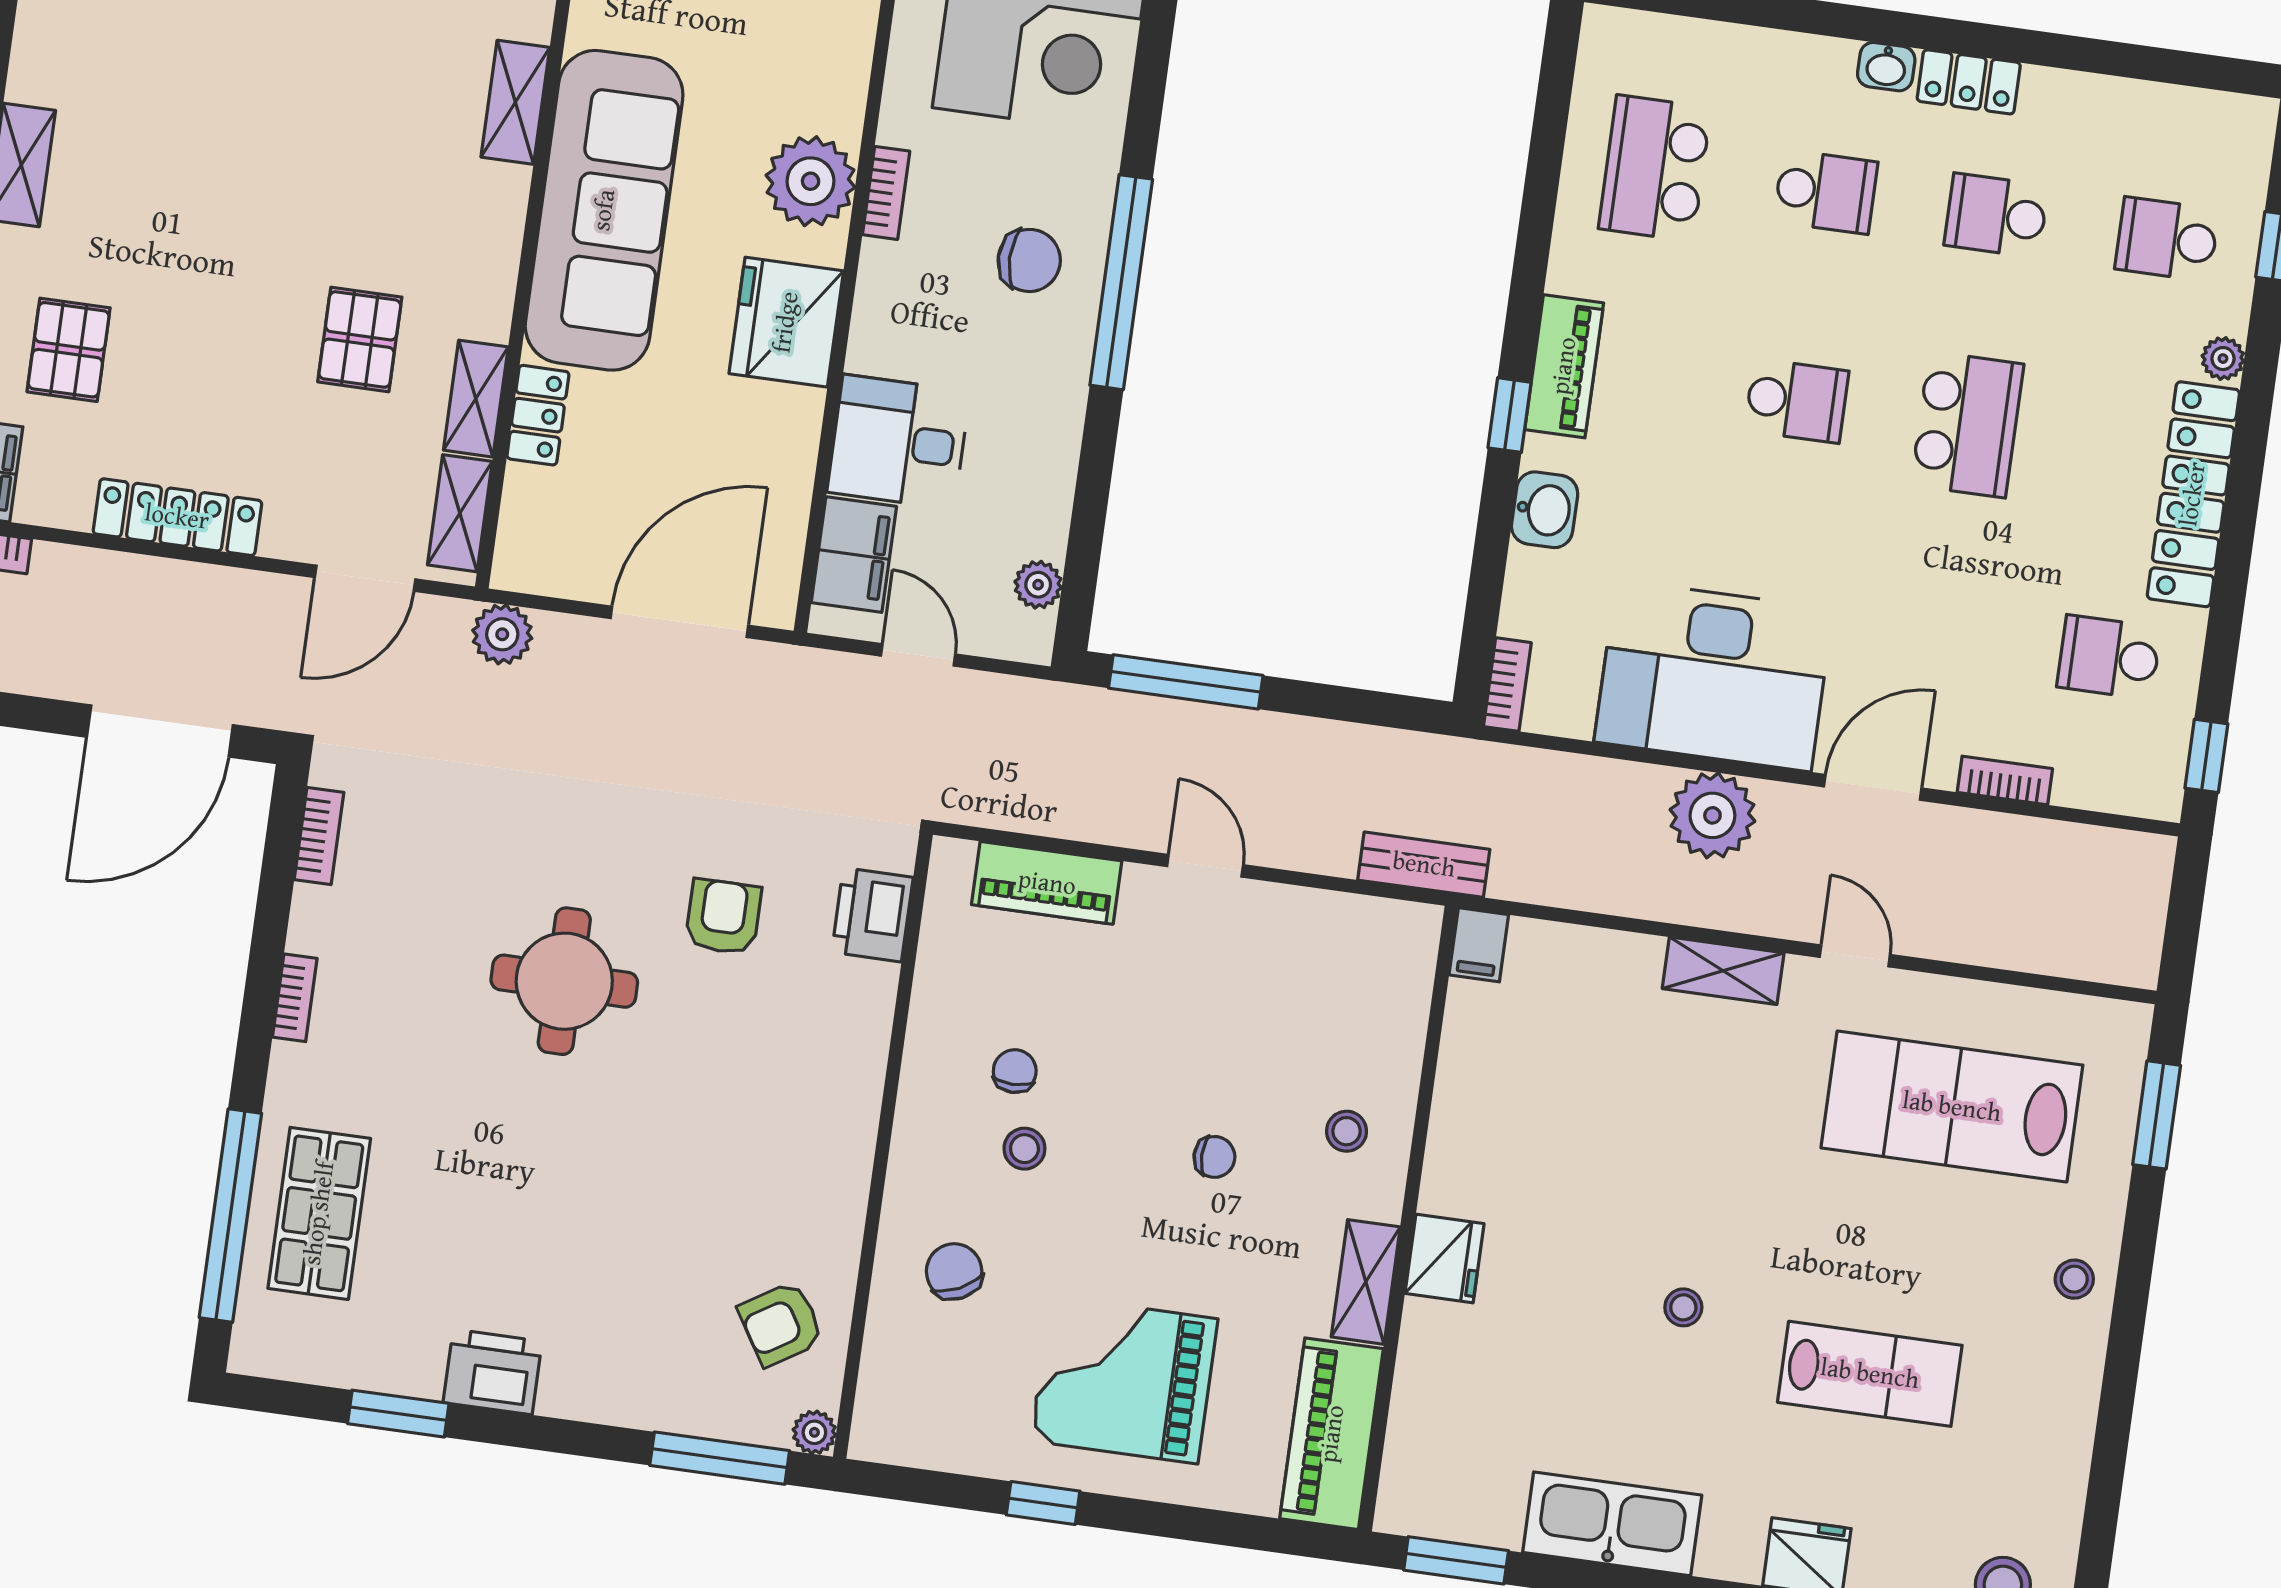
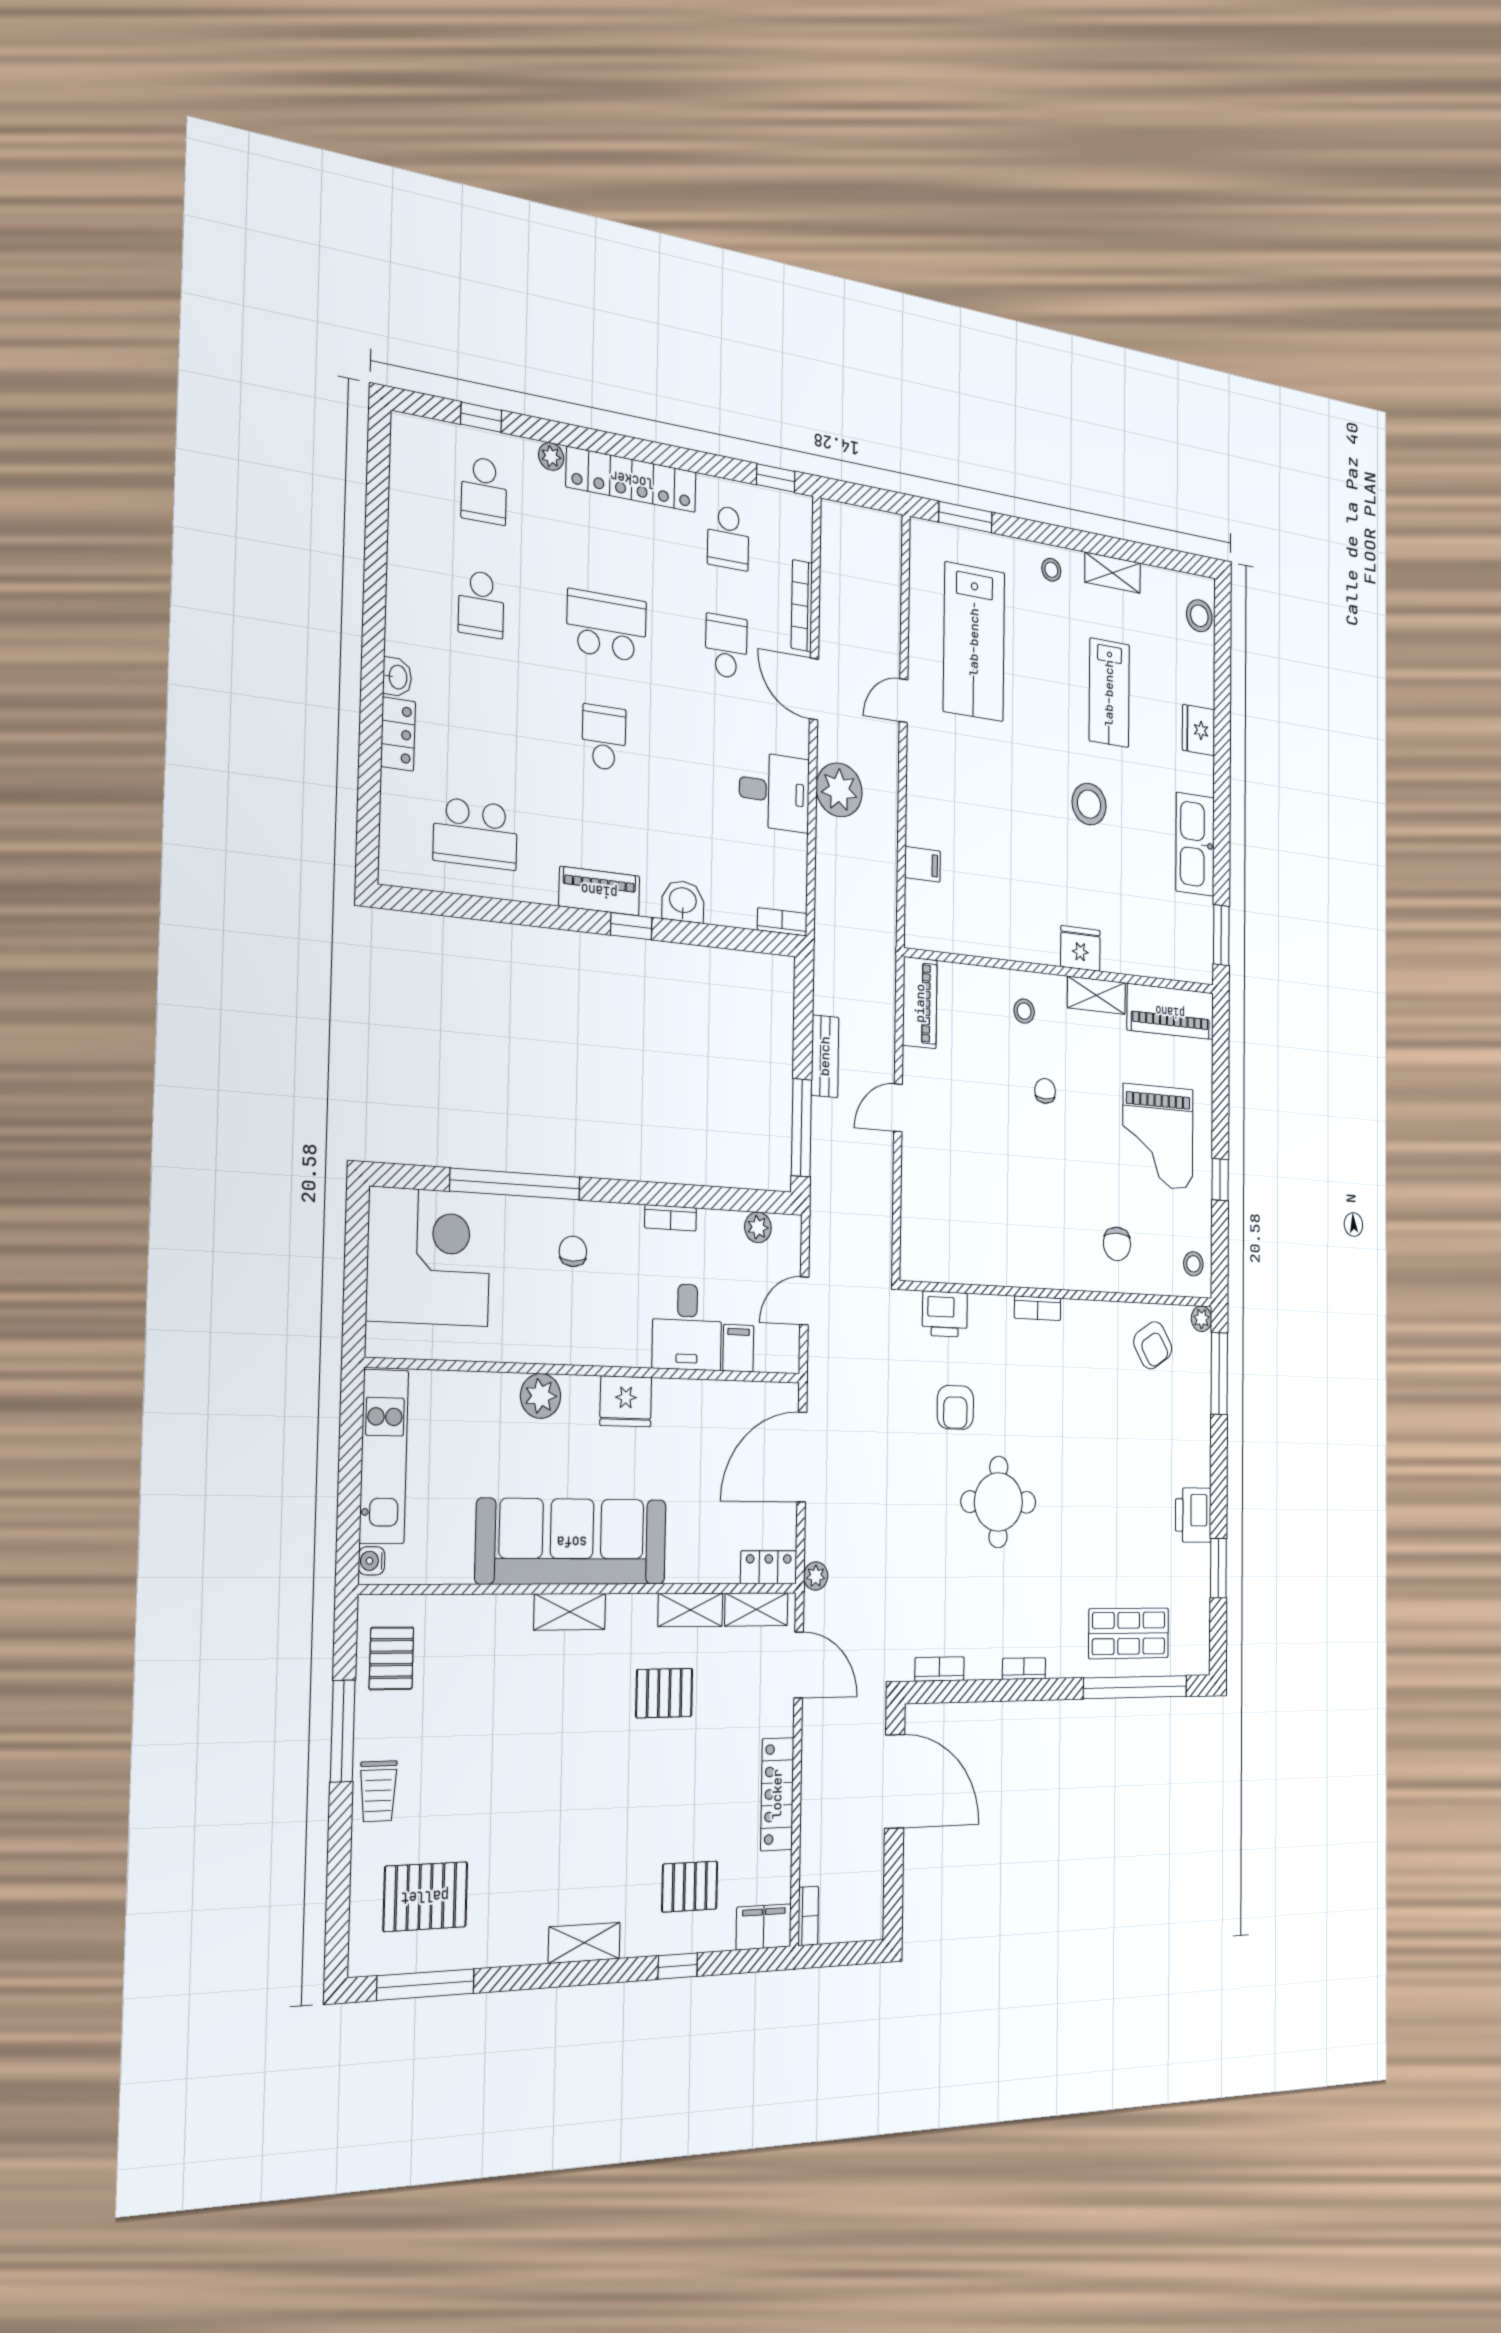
locker: (1969, 82) -> (398, 734), moved
shelving: (515, 102) -> (570, 1612), moved
plant: (811, 181) -> (541, 1396), width x0.73, depth x0.73
school desk: (1826, 192) -> (726, 646), moved
bookcase: (886, 193) -> (671, 1218), moved, turned 180
chair: (1029, 260) -> (573, 1251), width x0.73, depth x0.73
window: (1121, 282) -> (515, 1184), moved
fridge: (786, 322) -> (626, 1401), width x0.73, depth x0.75
locker: (538, 415) -> (769, 1567), moved
filing cabinet: (854, 555) -> (738, 1348), width x0.50
door: (679, 622) -> (802, 1457), hinge flipped
plant: (502, 634) -> (816, 1576), width x0.73, depth x0.73
desk: (1714, 676) -> (774, 792), width x0.53, depth x0.77
bookcase: (2005, 780) -> (802, 606), width x1.56
bench: (1424, 865) -> (825, 1056), moved
piano: (1047, 883) -> (920, 1003), moved
armchair: (723, 917) -> (955, 1407), turned -90
filing cabinet: (1479, 945) -> (923, 864), moved
shelving: (1723, 971) -> (1113, 573), moved, turned 90
chair: (1015, 1071) -> (1015, 1217), removed
bookcase: (864, 1097) -> (1038, 1308), added
stool: (1024, 1149) -> (1193, 1264), moved
chair: (954, 1271) -> (1117, 1244), turned -64
stool: (1683, 1307) -> (1089, 804), width x1.89, depth x1.89
lab bench: (1870, 1374) -> (1109, 693), turned 180

